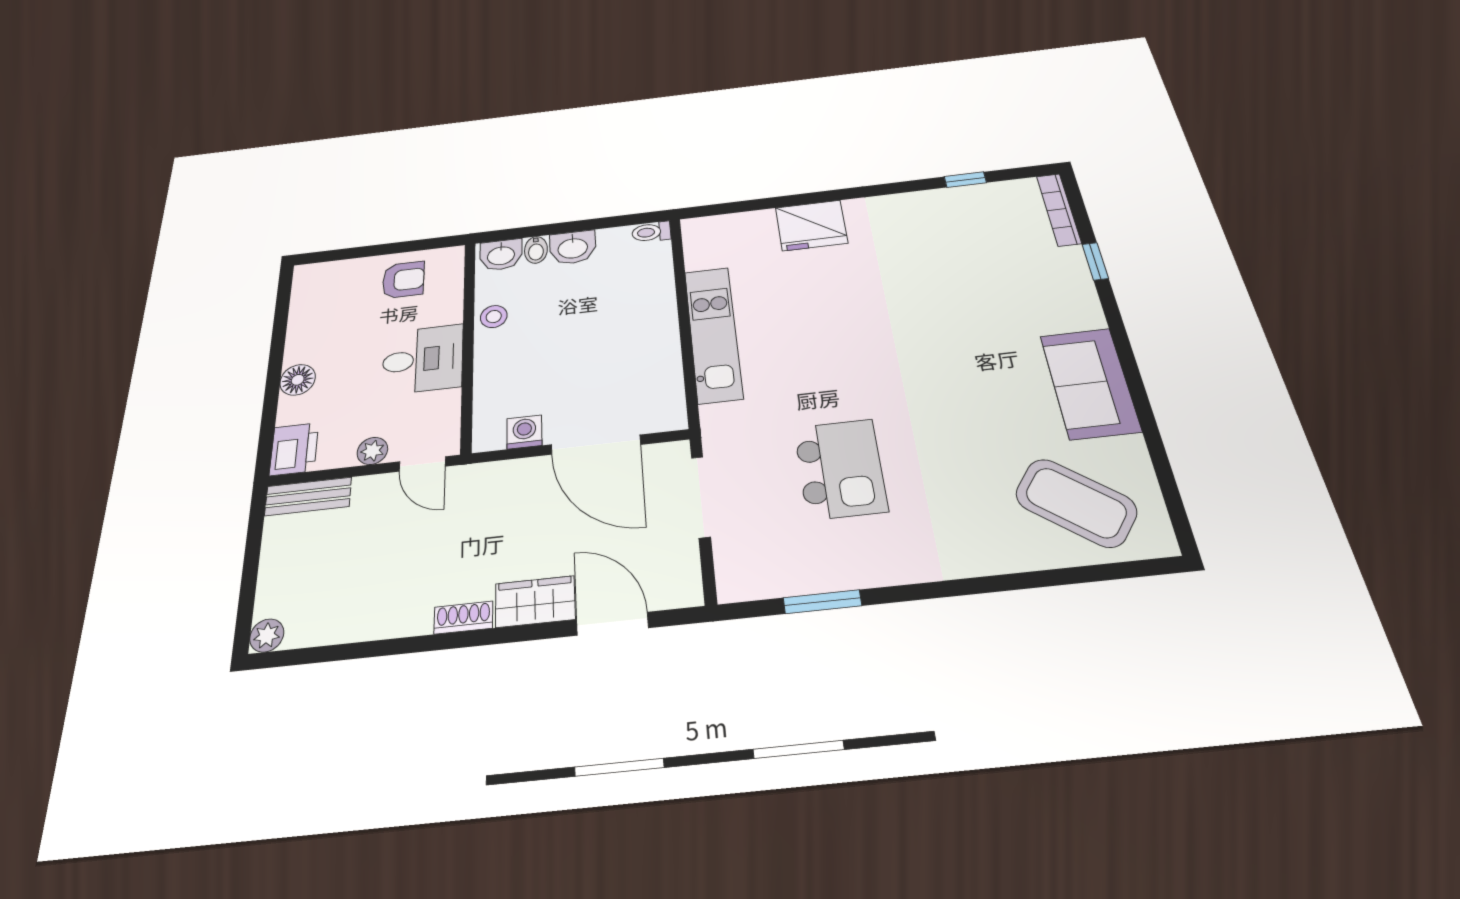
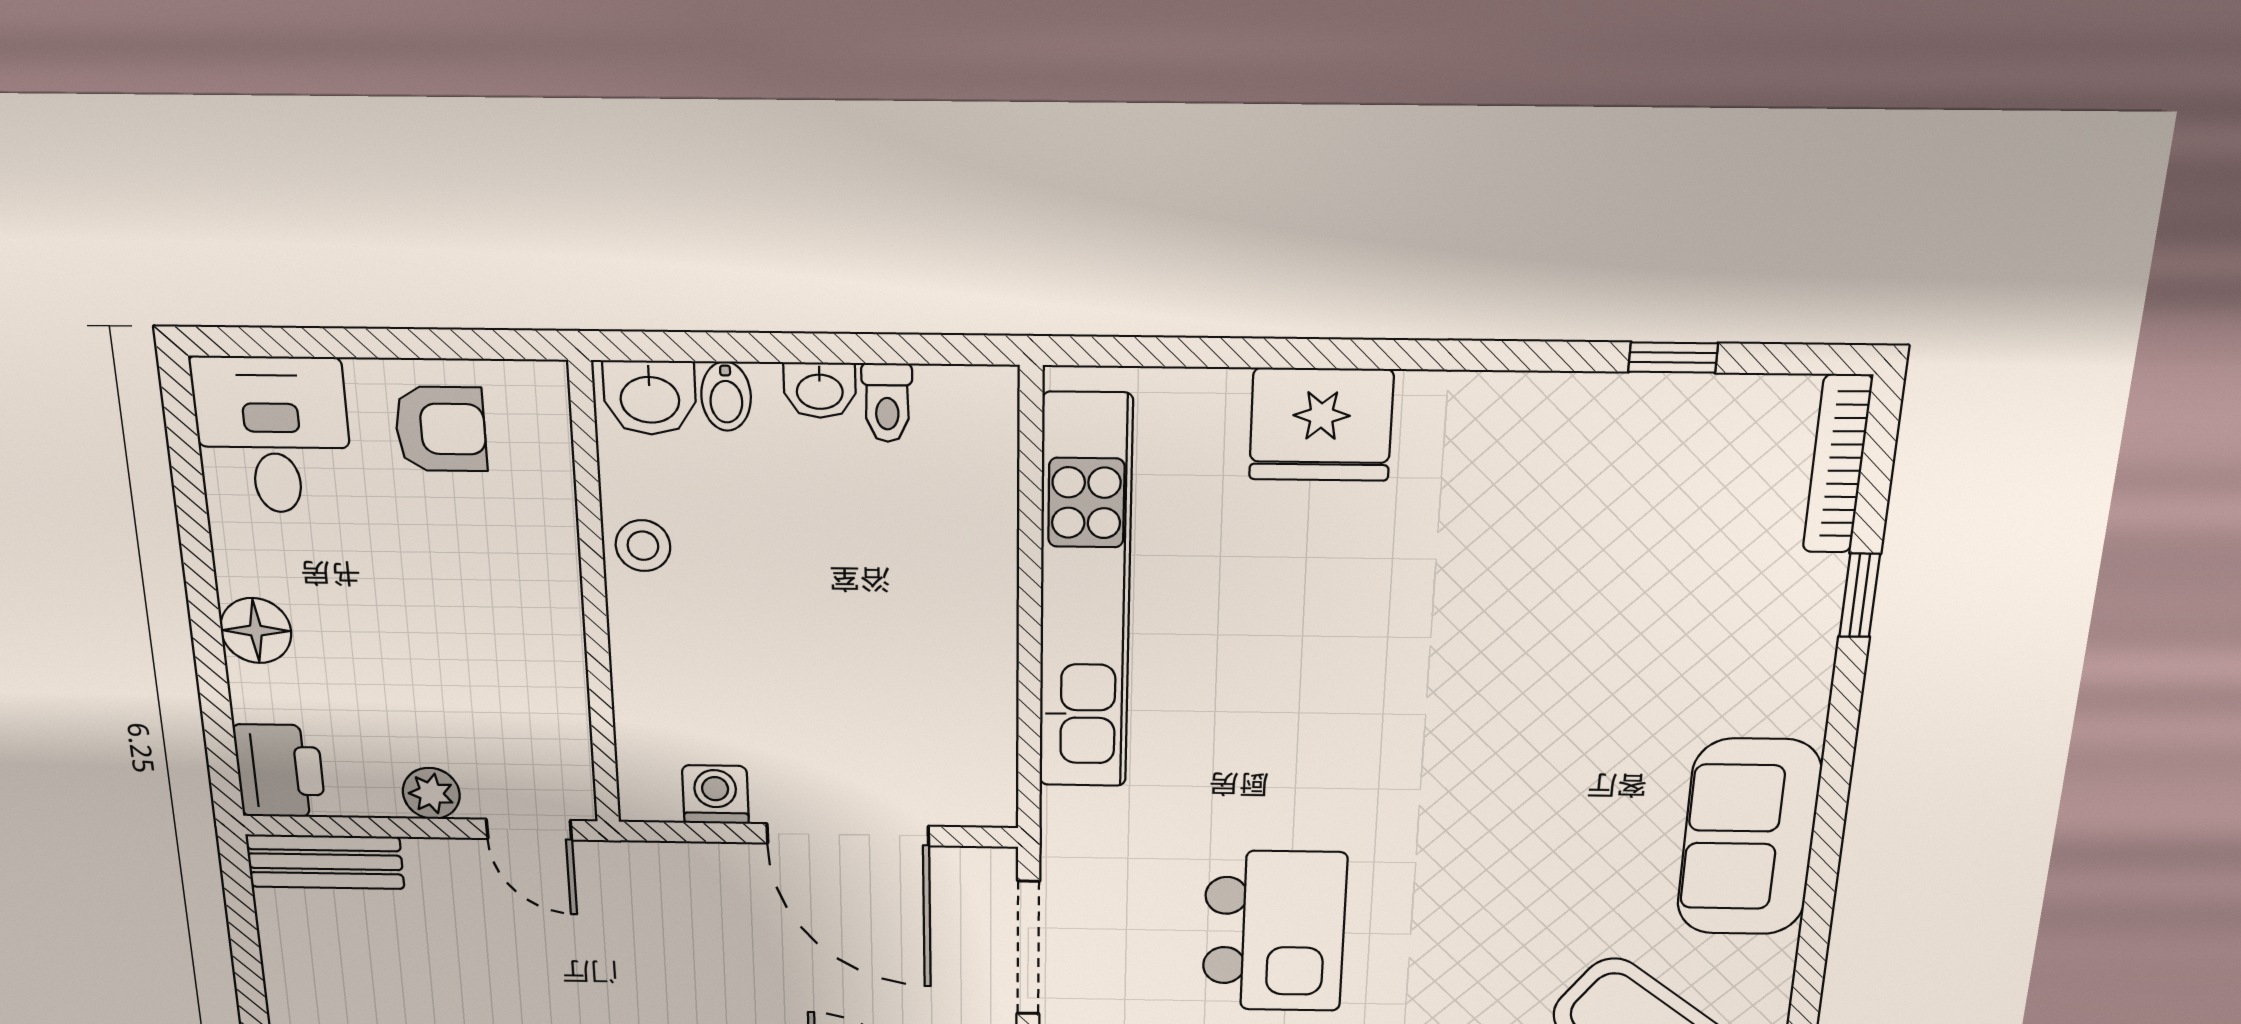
toilet: (651, 232) -> (887, 403), moved, turned -90
washbasin: (573, 247) -> (820, 390), width x0.72, depth x0.69
kitchen unit: (713, 334) -> (1085, 594), width x1.36
desk: (423, 359) -> (273, 435), moved, turned -90

